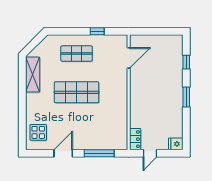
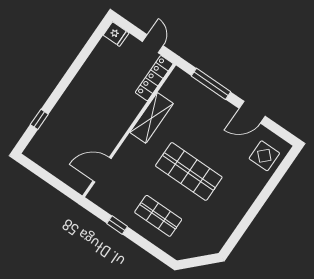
shelving: (33, 75) -> (152, 118), moved
window: (186, 97) -> (67, 79), removed
locker: (135, 139) -> (154, 78), width x1.53
door: (150, 153) -> (153, 44), hinge flipped

